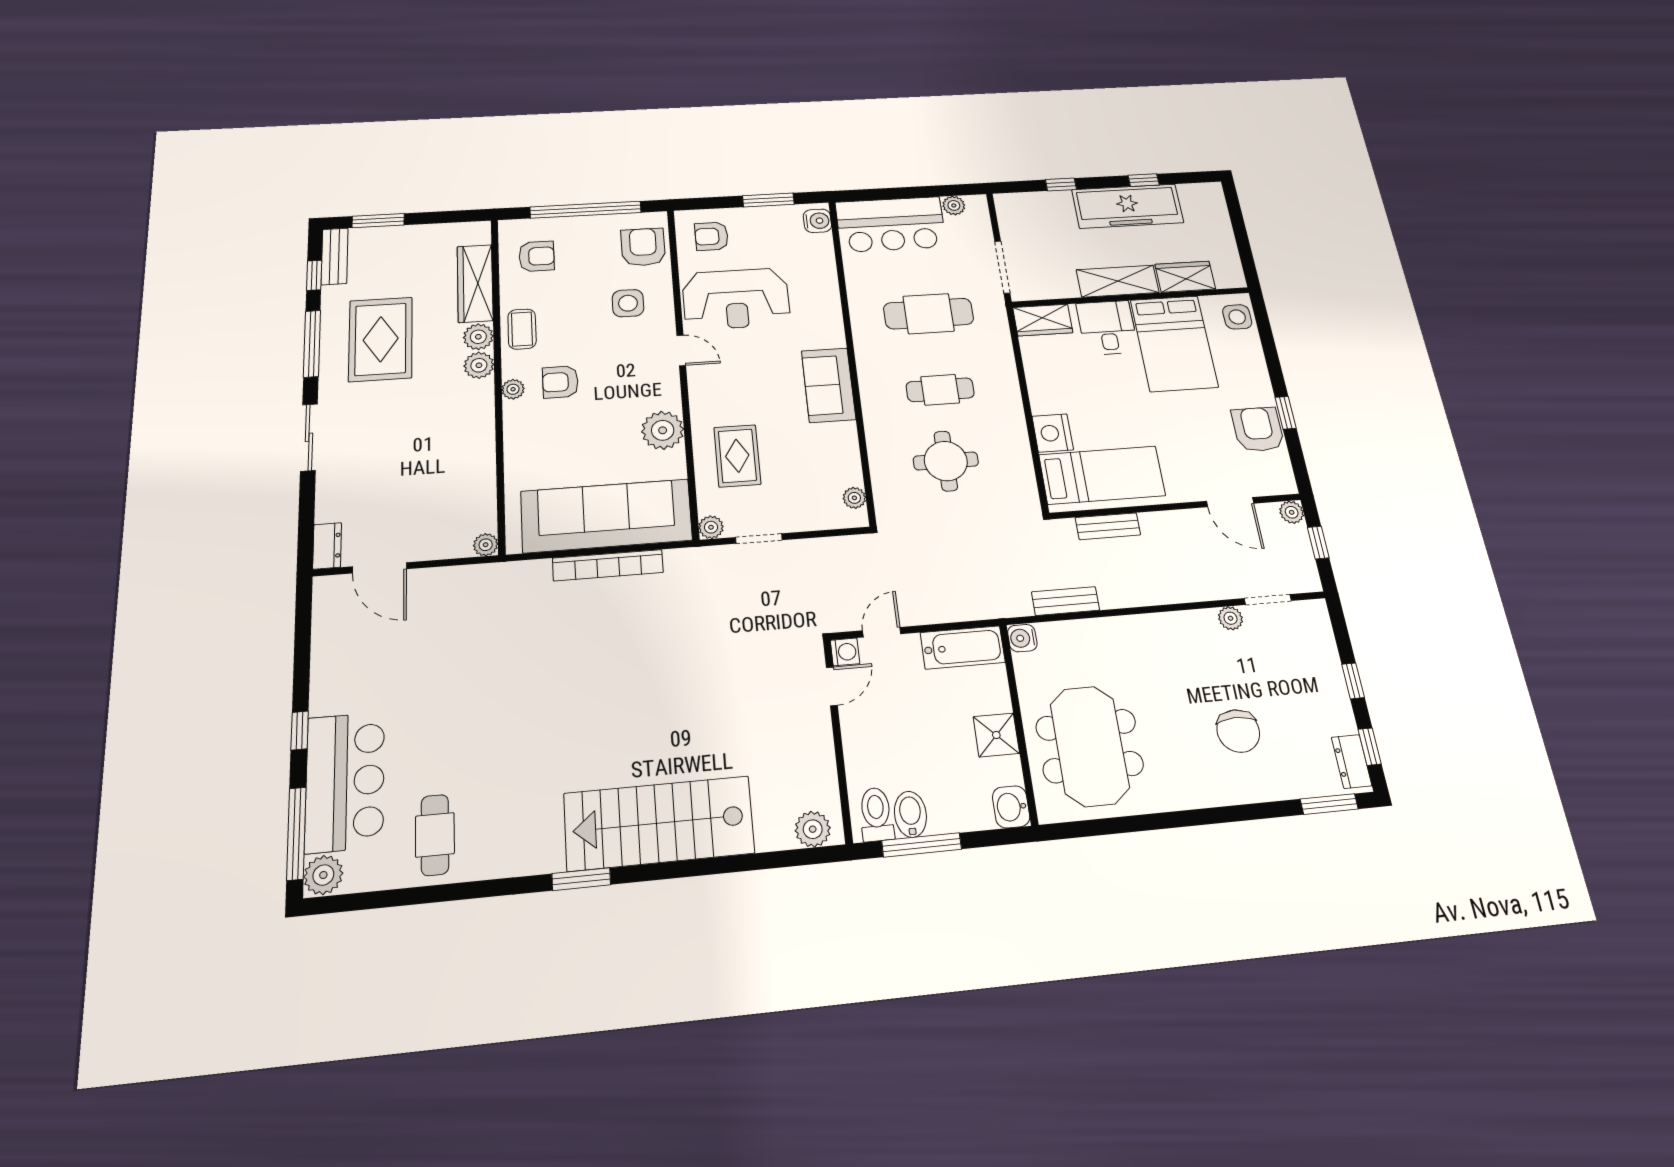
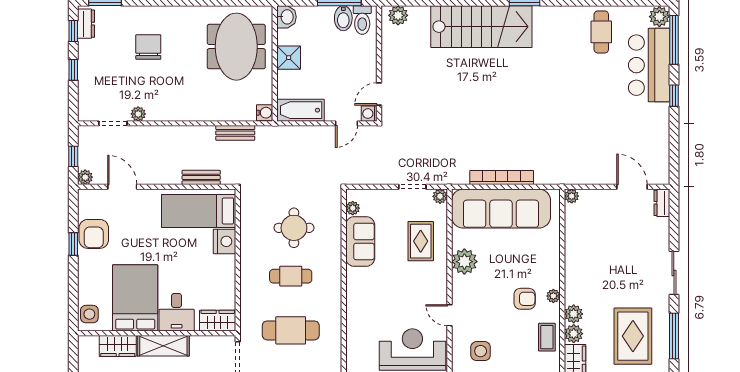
sofa: (828, 385) -> (360, 241), moved

